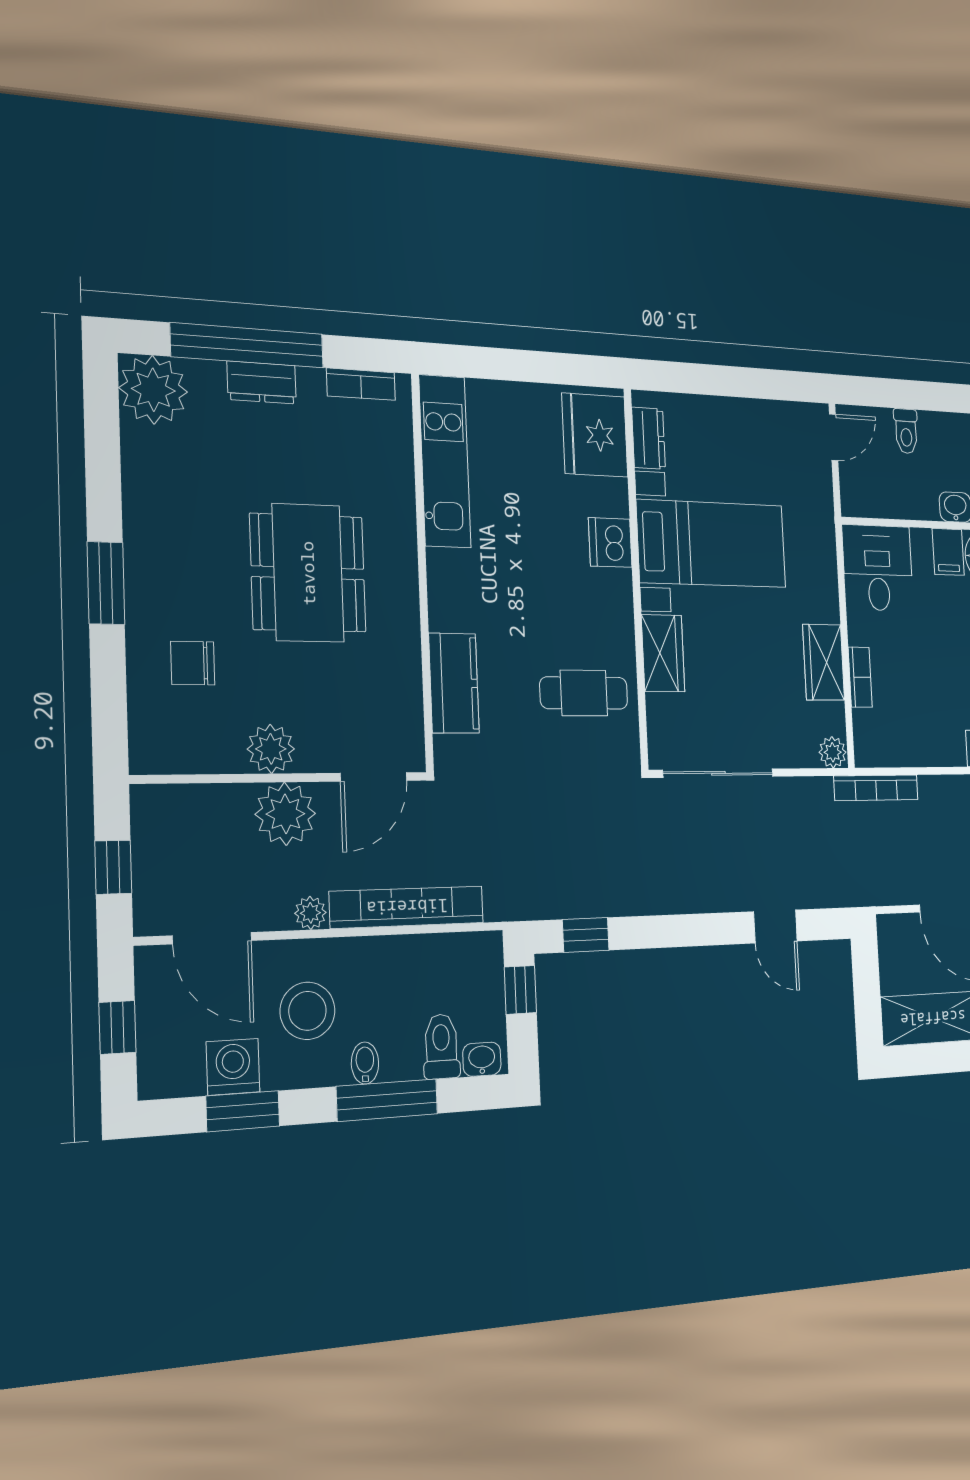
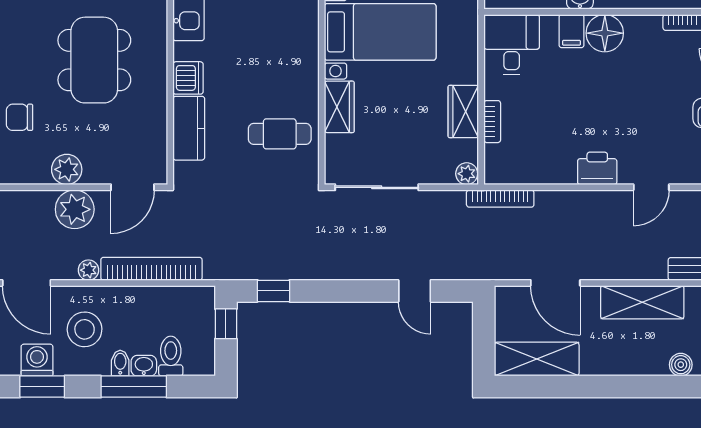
dishwasher: (610, 542) -> (188, 78), moved, turned 180
washbasin: (482, 1059) -> (144, 366), moved

